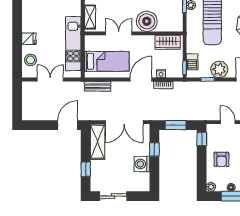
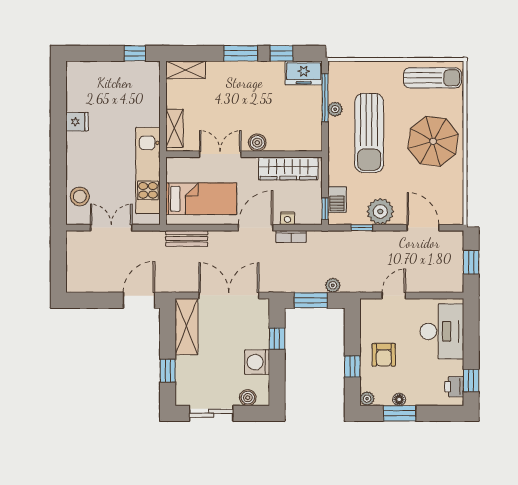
boiler: (147, 21) -> (257, 143), width x0.54, depth x0.54
fridge: (29, 39) -> (77, 122), moved
wardrobe: (168, 42) -> (288, 168), width x1.50
plant: (189, 116) -> (333, 285), added
double door: (124, 122) -> (229, 296), swing flipped
door: (228, 122) -> (394, 296), hinge flipped
window: (202, 139) -> (352, 367), moved
boiler: (136, 186) -> (248, 398), added

